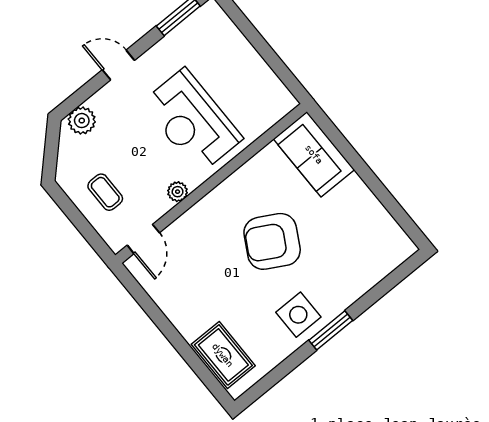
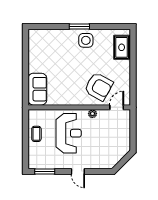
plant: (82, 121) -> (105, 163), removed
coffee table: (105, 192) -> (36, 134), moved
armchair: (272, 241) -> (99, 87), moved

